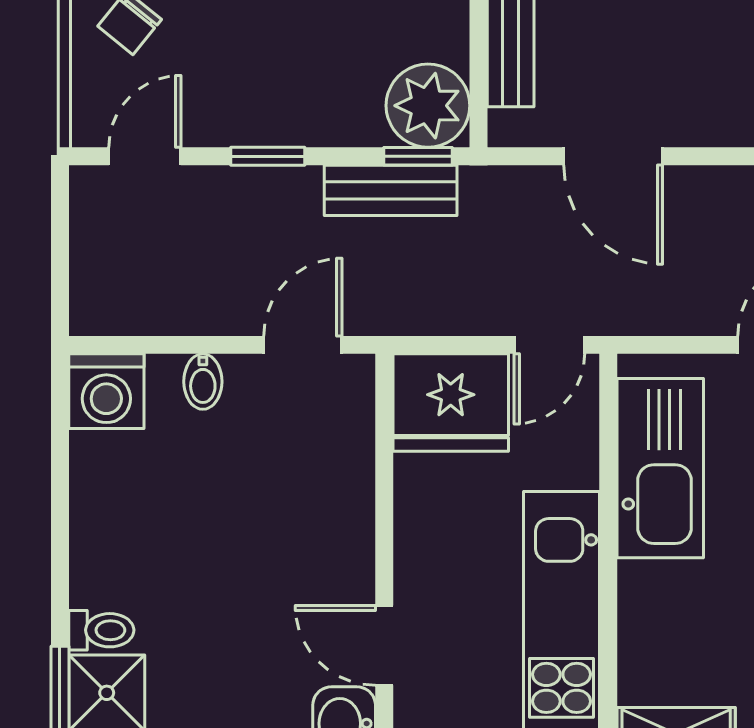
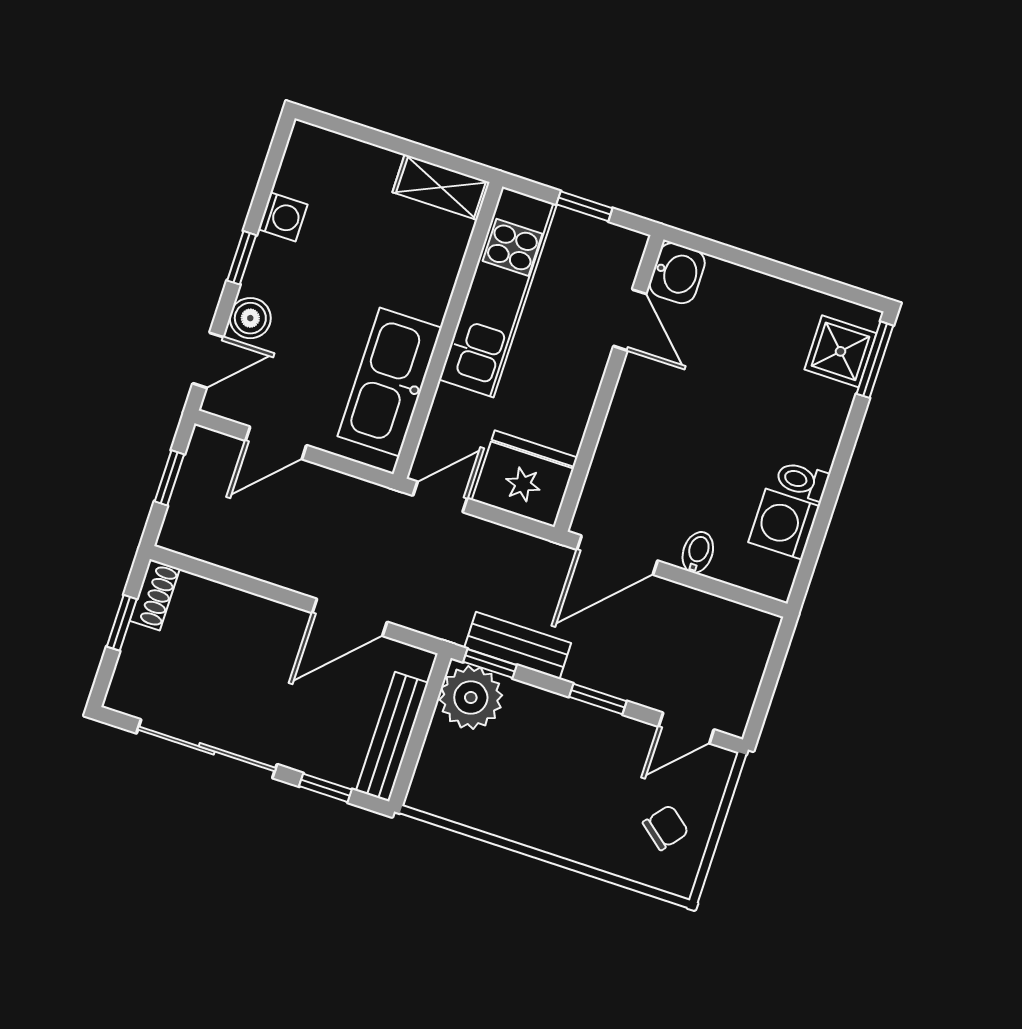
door: (613, 156) -> (350, 617), swing flipped
door: (303, 345) -> (617, 555), width x1.38
washing machine: (106, 391) -> (784, 524), moved, turned -90
toilet: (101, 630) -> (802, 481), moved

